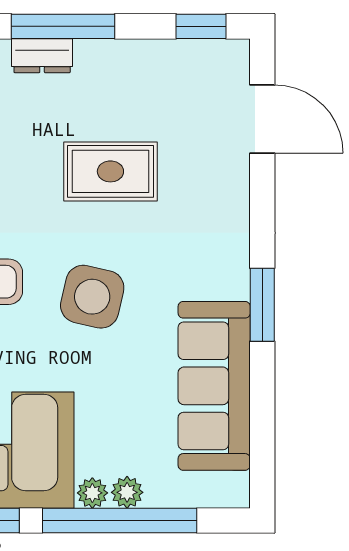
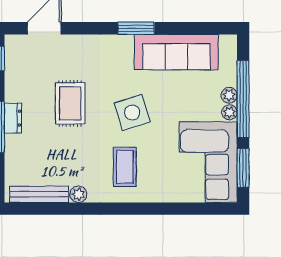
dresser: (42, 56) -> (13, 118), moved
side table: (92, 297) -> (132, 112), turned -30

